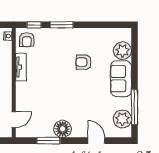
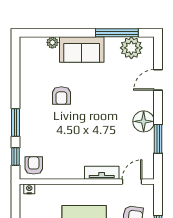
armchair: (27, 40) -> (34, 165), turned -90
plant: (122, 51) -> (52, 43), width x0.53, depth x0.53
tv unit: (21, 67) -> (102, 173), moved
door: (14, 120) -> (132, 182), hinge flipped

